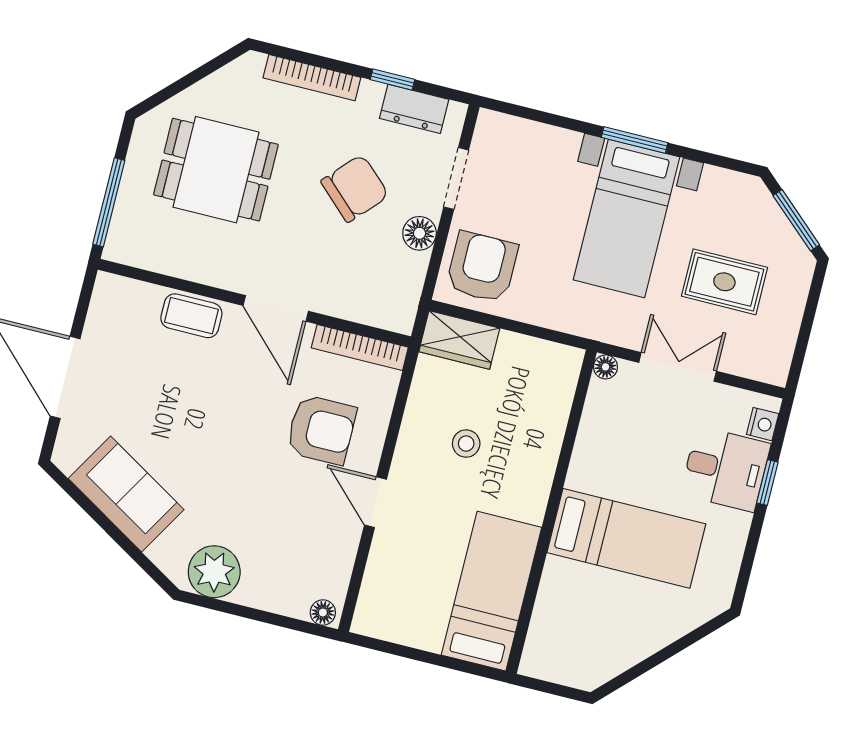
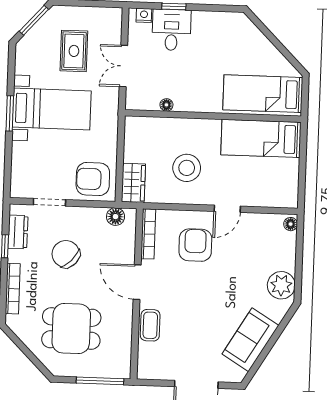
dining table: (216, 170) -> (71, 329), turned 90
floor lamp: (420, 233) -> (116, 217), moved
door: (276, 308) -> (137, 282), swing flipped
floor lamp: (606, 367) -> (166, 105), moved
stool: (466, 444) -> (187, 168), width x1.89, depth x1.89
bed: (626, 538) -> (263, 94), moved, turned -90

